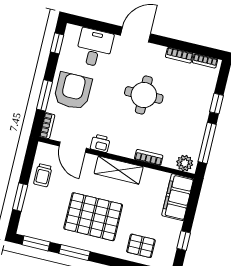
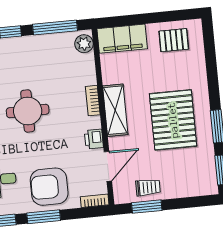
window: (44, 95) -> (44, 217), moved
bookcase: (149, 157) -> (93, 101), moved
window: (20, 197) -> (147, 207), moved
window: (184, 241) -> (165, 17), removed
pallet: (141, 246) -> (174, 40), moved, turned 90

